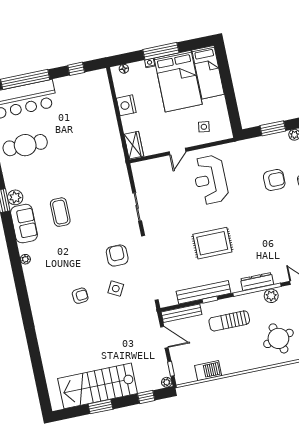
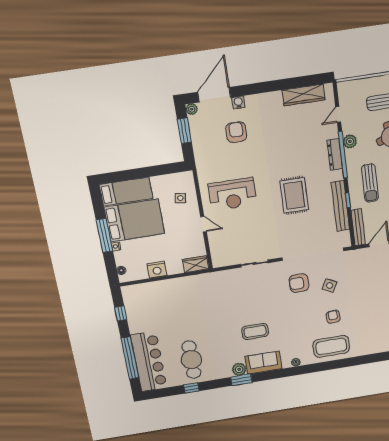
coffee table: (45, 297) -> (331, 346), added

